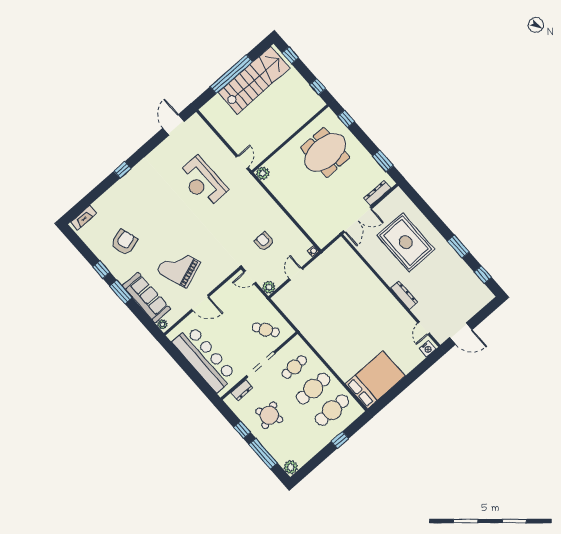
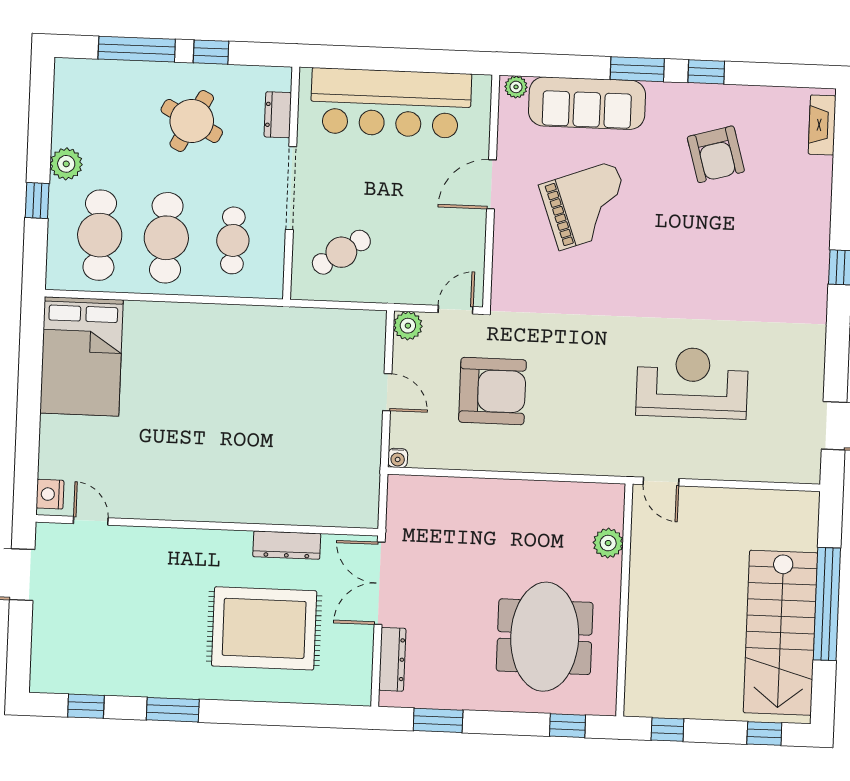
plant: (263, 173) -> (608, 543), moved
armchair: (264, 242) -> (492, 391), width x1.88, depth x1.88
dresser: (404, 295) -> (287, 545), moved
round table: (269, 415) -> (192, 121), turned -35
plant: (291, 467) -> (66, 164), moved

